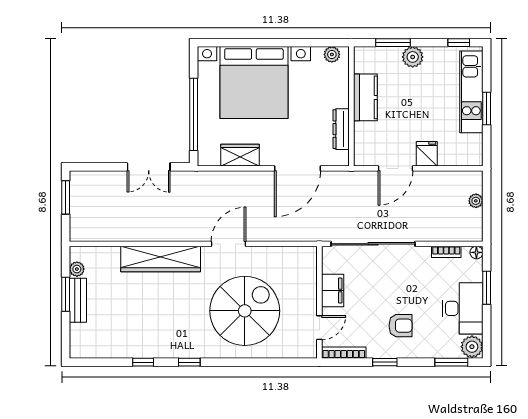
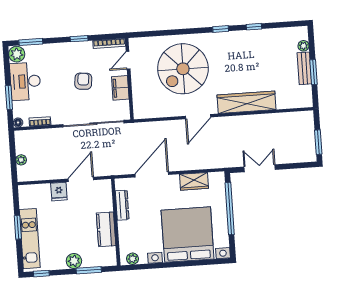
plant: (77, 269) -> (304, 46), moved
armchair: (400, 326) -> (83, 81), moved, turned 96

